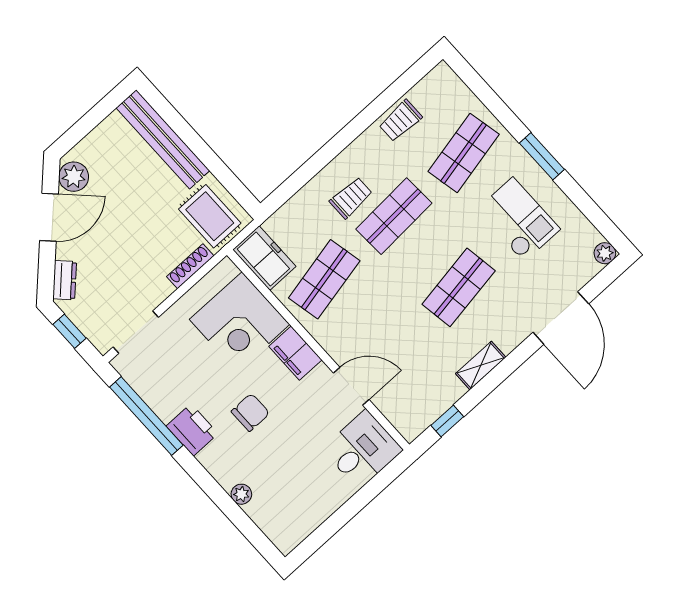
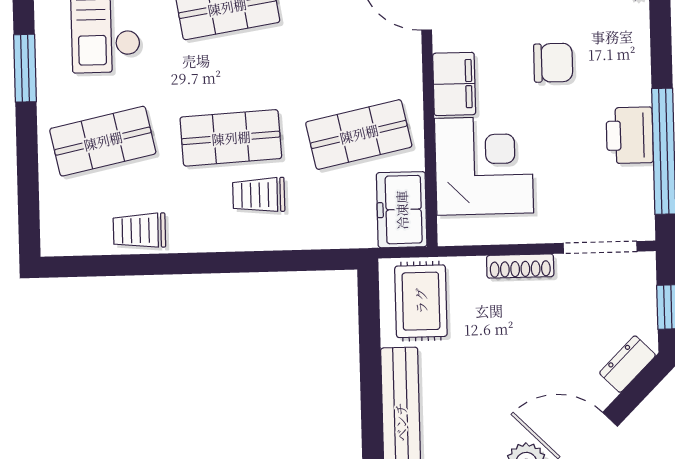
trolley: (400, 121) -> (139, 231), turned 180
shoe rack: (190, 266) -> (520, 266), moved
chair: (250, 412) -> (553, 63), turned 180
printer: (192, 430) -> (630, 135), moved

